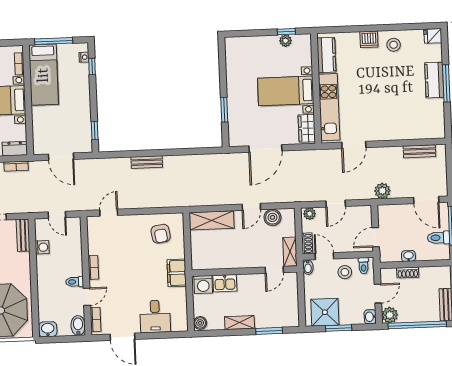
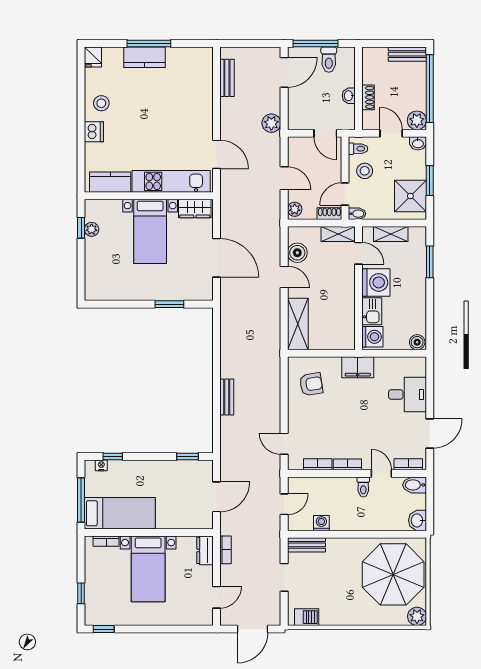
bookcase: (92, 242) -> (318, 464), added
washing machine: (250, 286) -> (376, 282), added
shelving: (240, 323) -> (391, 234), moved, turned 90

